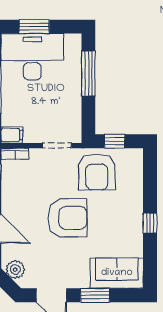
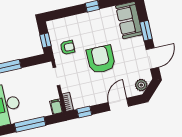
armchair: (97, 172) -> (67, 47), width x0.53, depth x0.53

